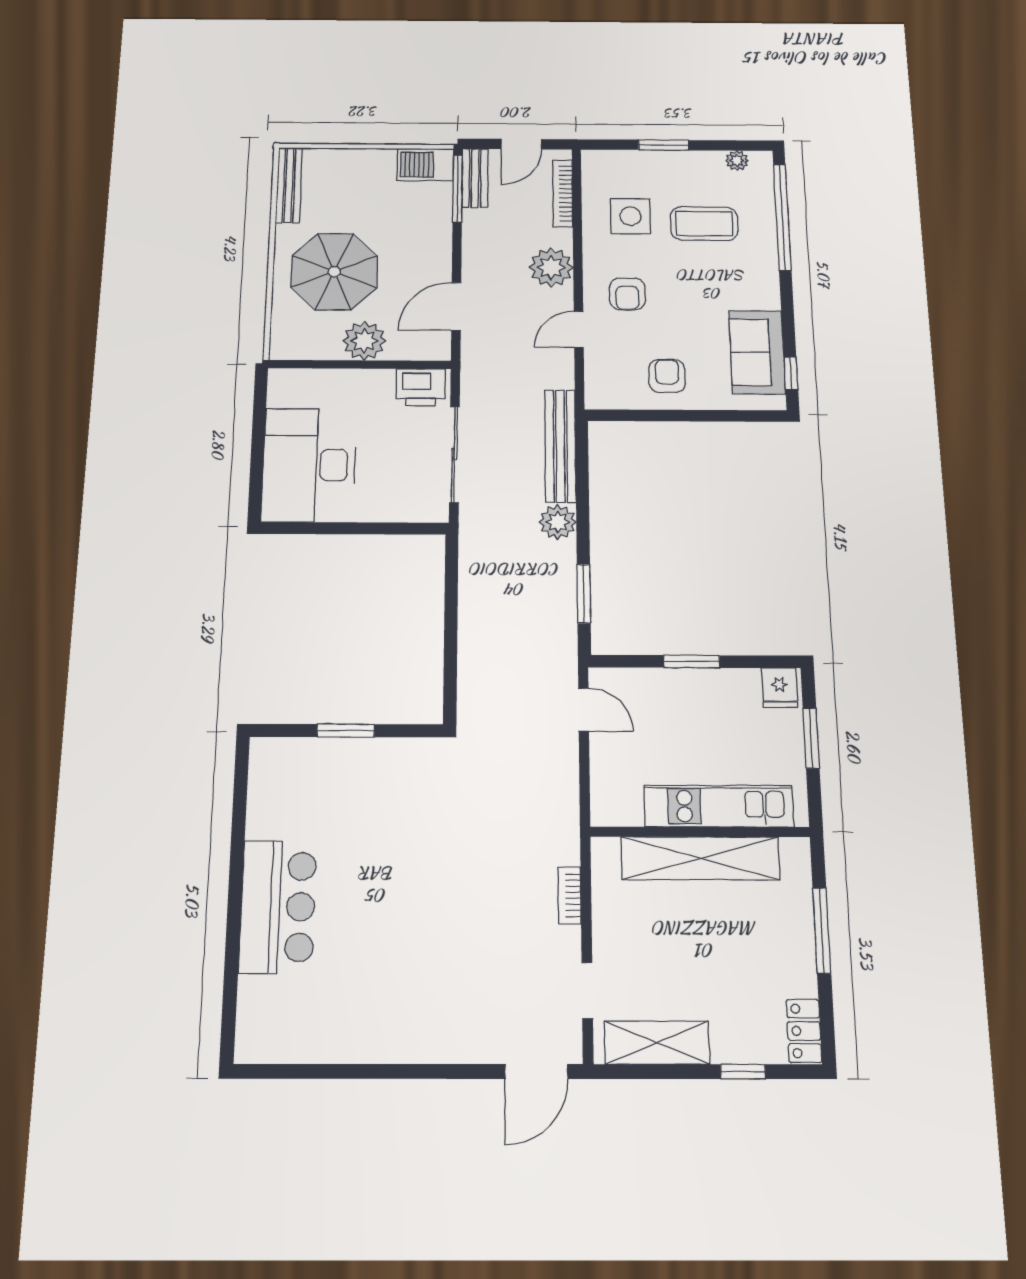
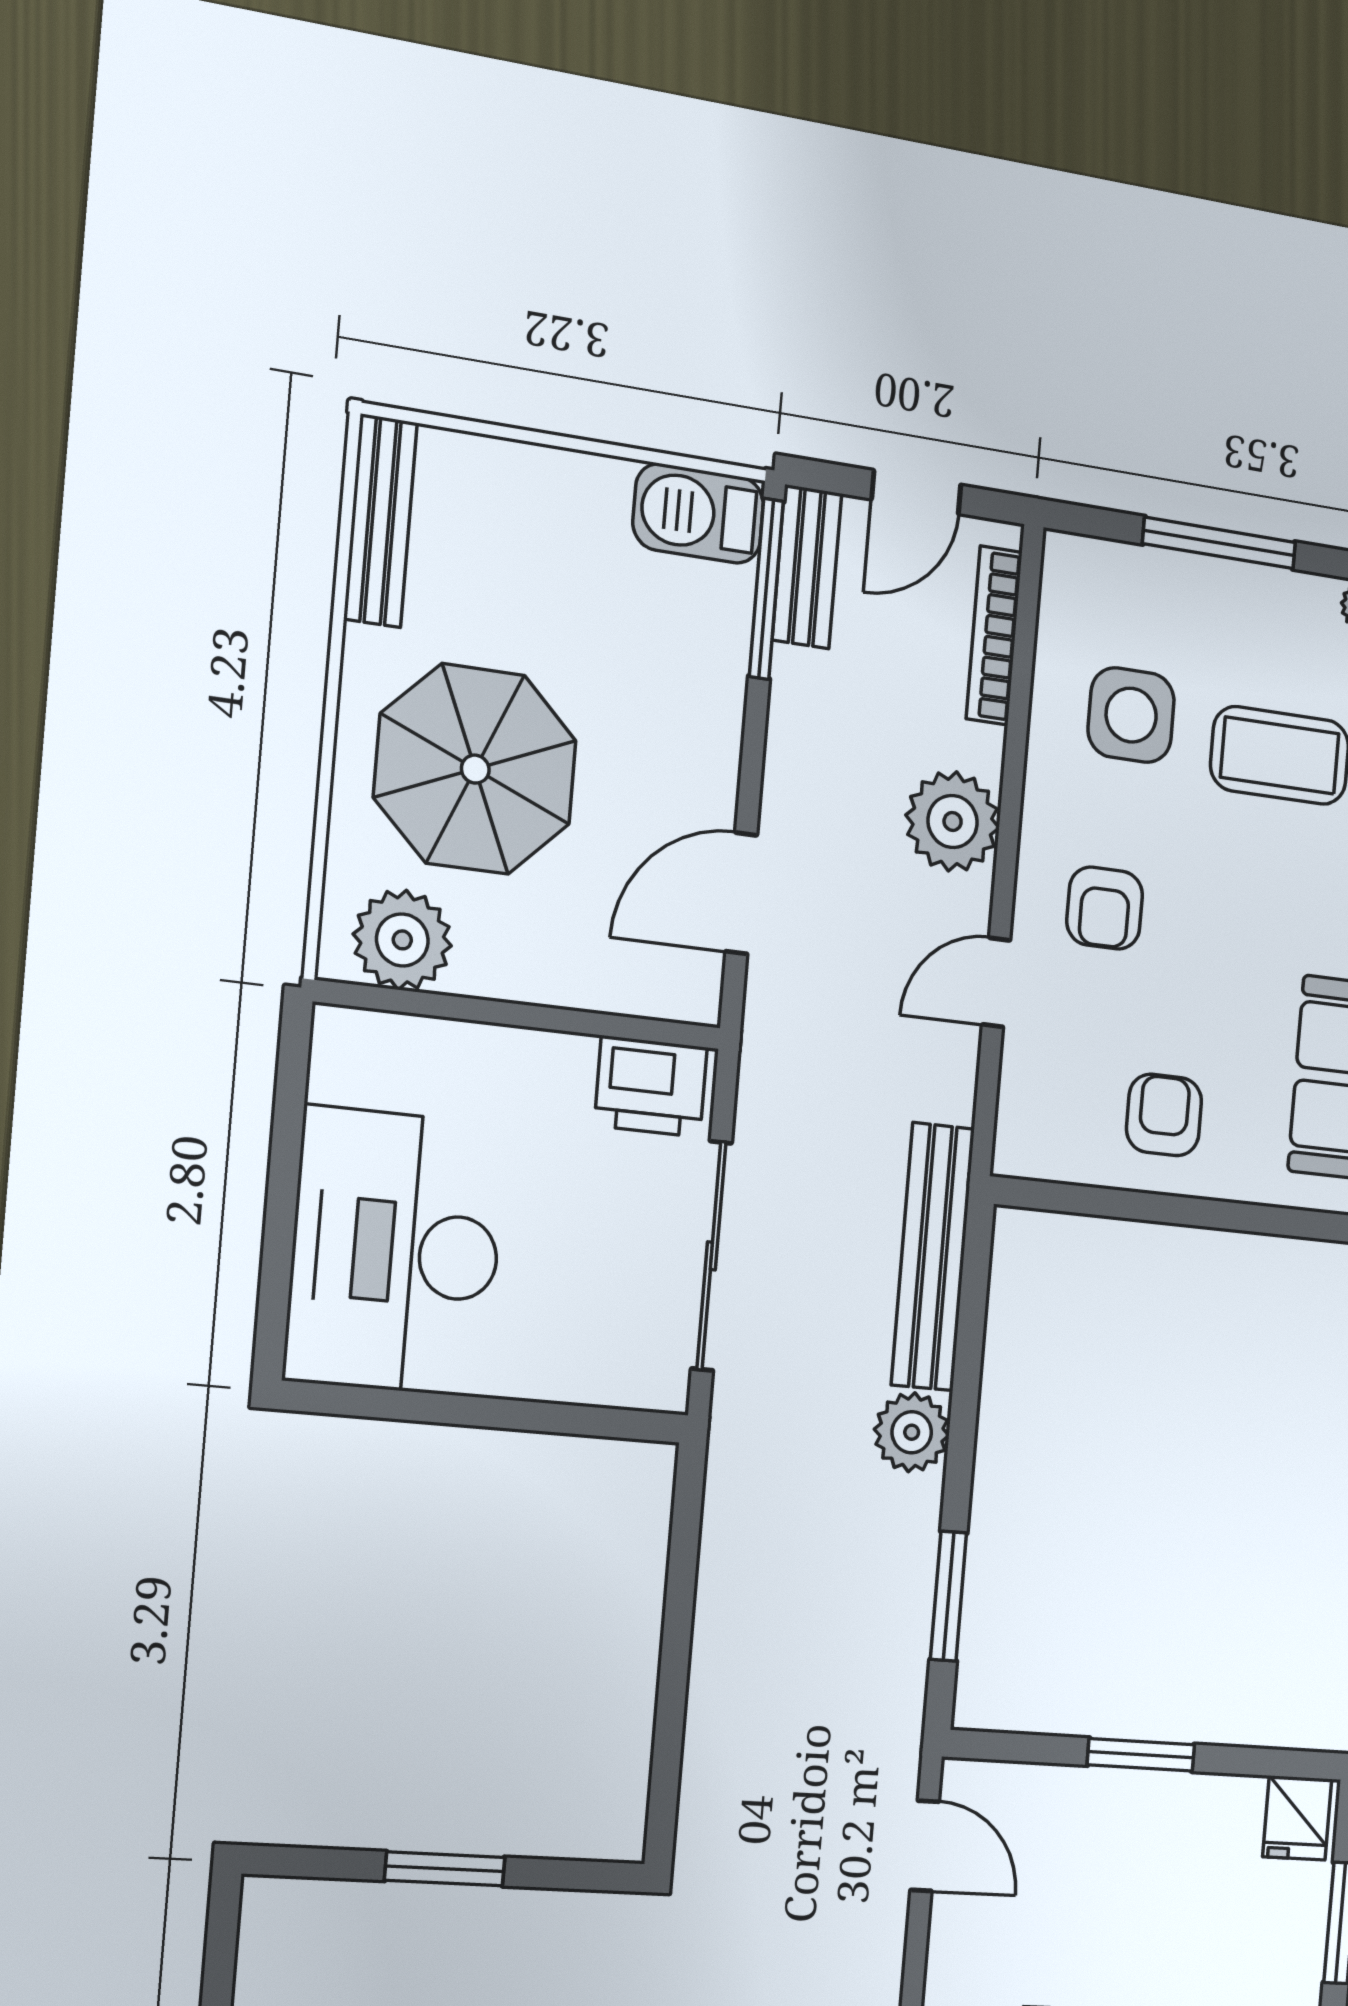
window: (664, 145) -> (1219, 543), width x1.44
plant: (364, 341) -> (402, 940), moved

